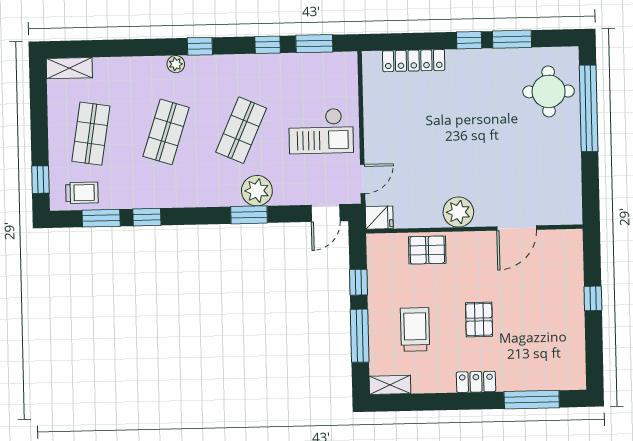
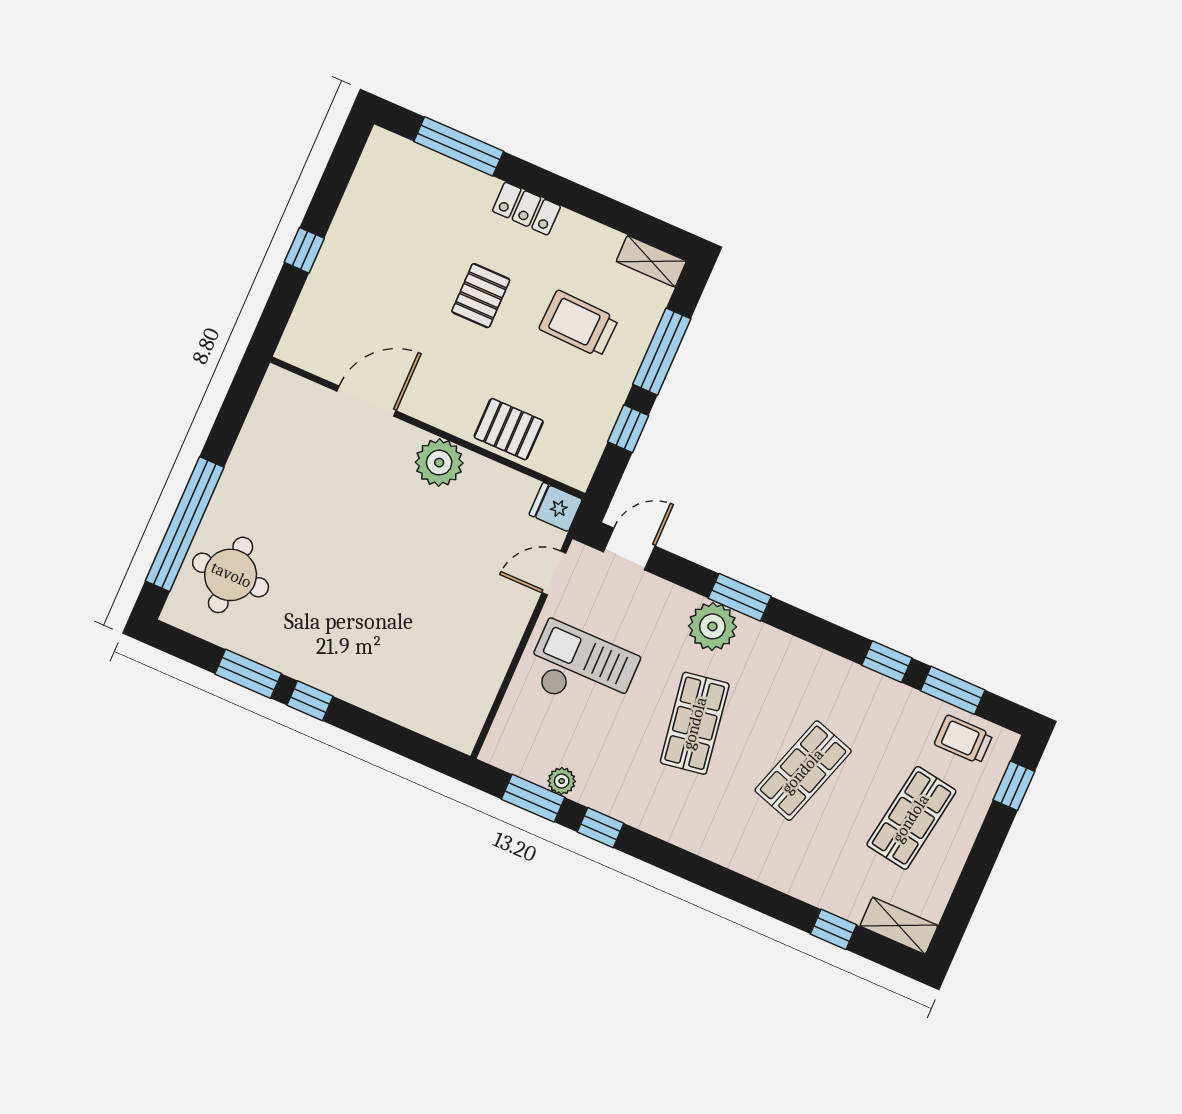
window: (200, 46) -> (833, 929), moved
locker: (414, 61) -> (403, 708), removed
plant: (176, 64) -> (562, 781), moved
shop shelf: (241, 130) -> (695, 723), turned -33
trolley: (415, 329) -> (579, 324), turned 92

